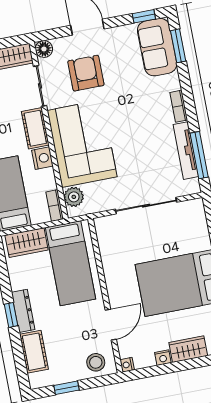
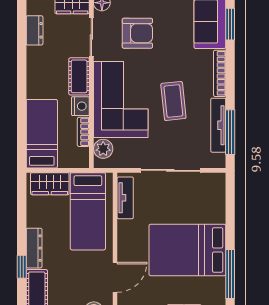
armchair: (86, 73) -> (137, 33), turned 90
bookcase: (179, 106) -> (220, 73), width x1.56
coffee table: (136, 135) -> (173, 101), added
bookcase: (55, 206) -> (83, 132), moved
tv unit: (106, 242) -> (125, 198), added
window: (11, 315) -> (22, 267), moved

